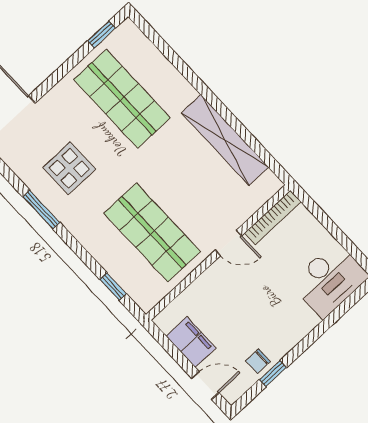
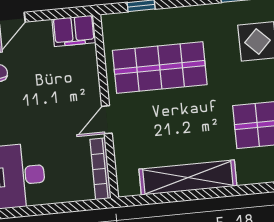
filing cabinet: (191, 342) -> (74, 31), moved

